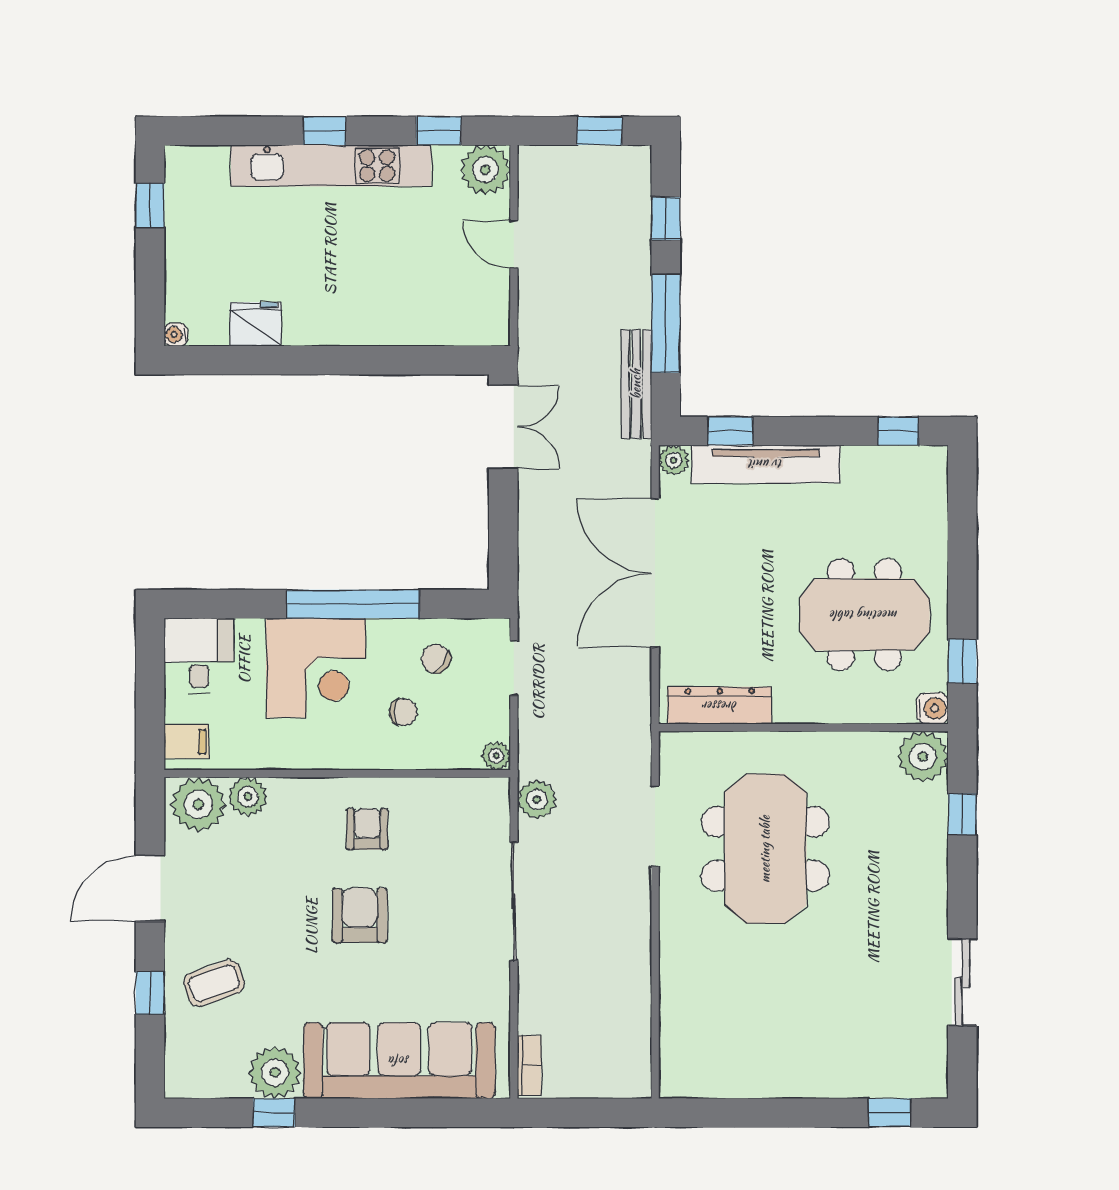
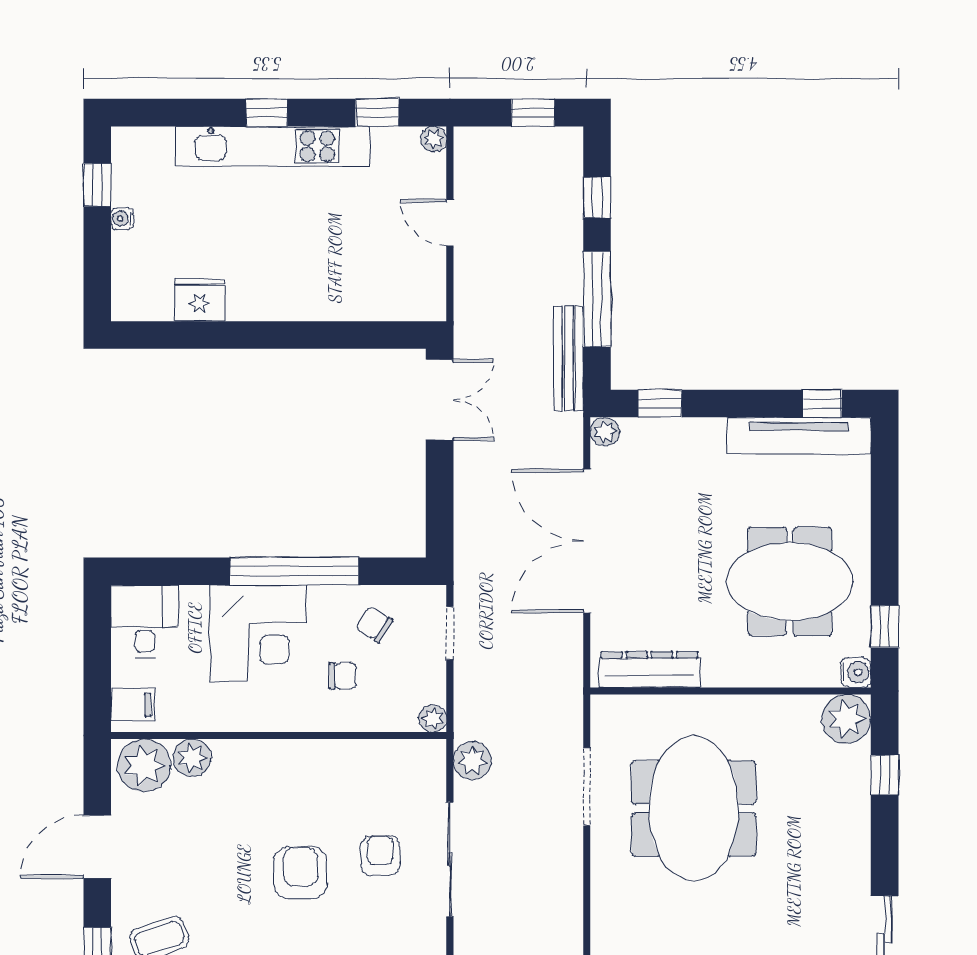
plant: (485, 170) -> (434, 139), width x0.53, depth x0.53
water cooler: (176, 335) -> (122, 219), moved
tv unit: (766, 464) -> (799, 436), moved
armchair: (367, 829) -> (380, 855), moved

